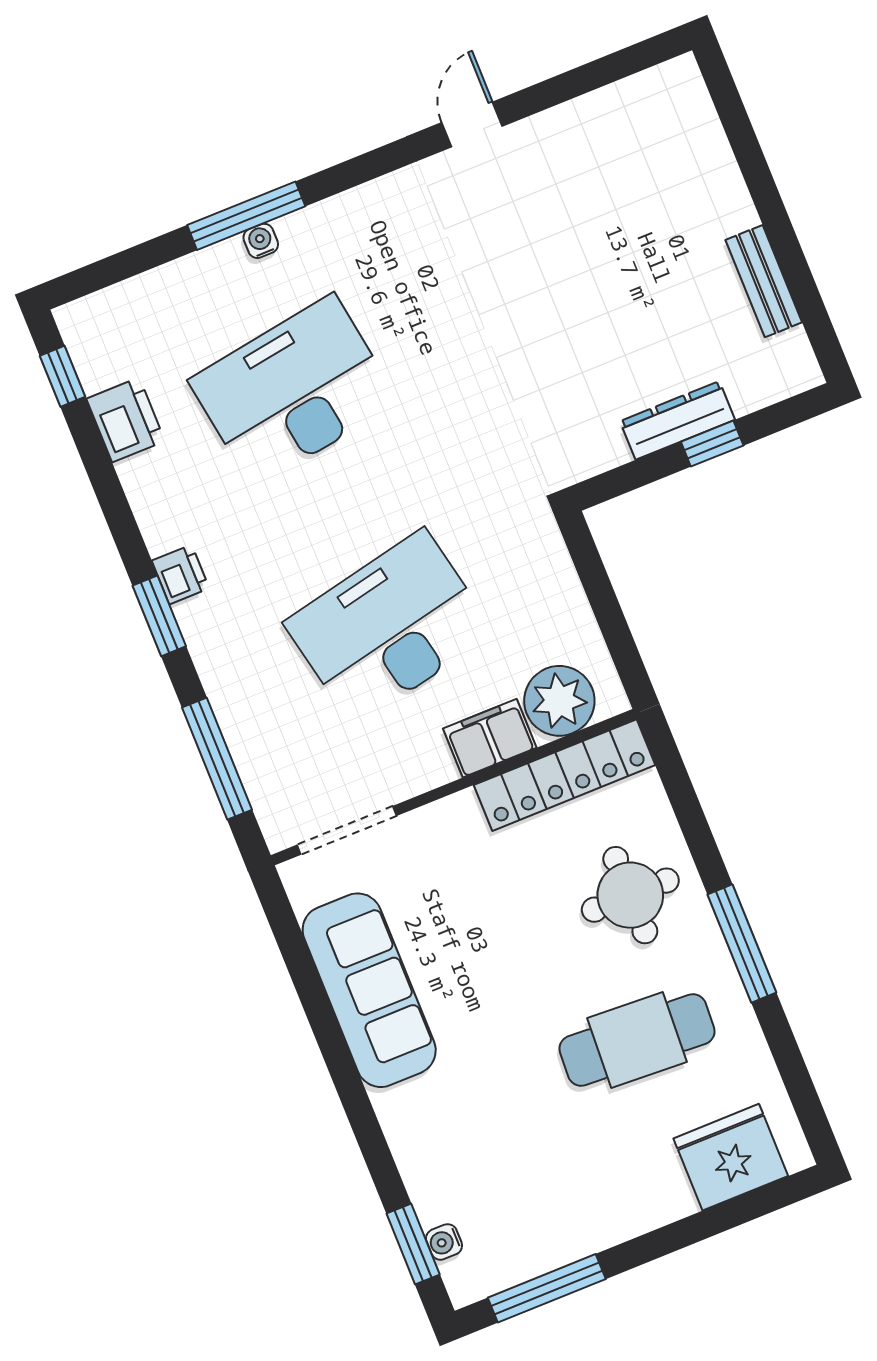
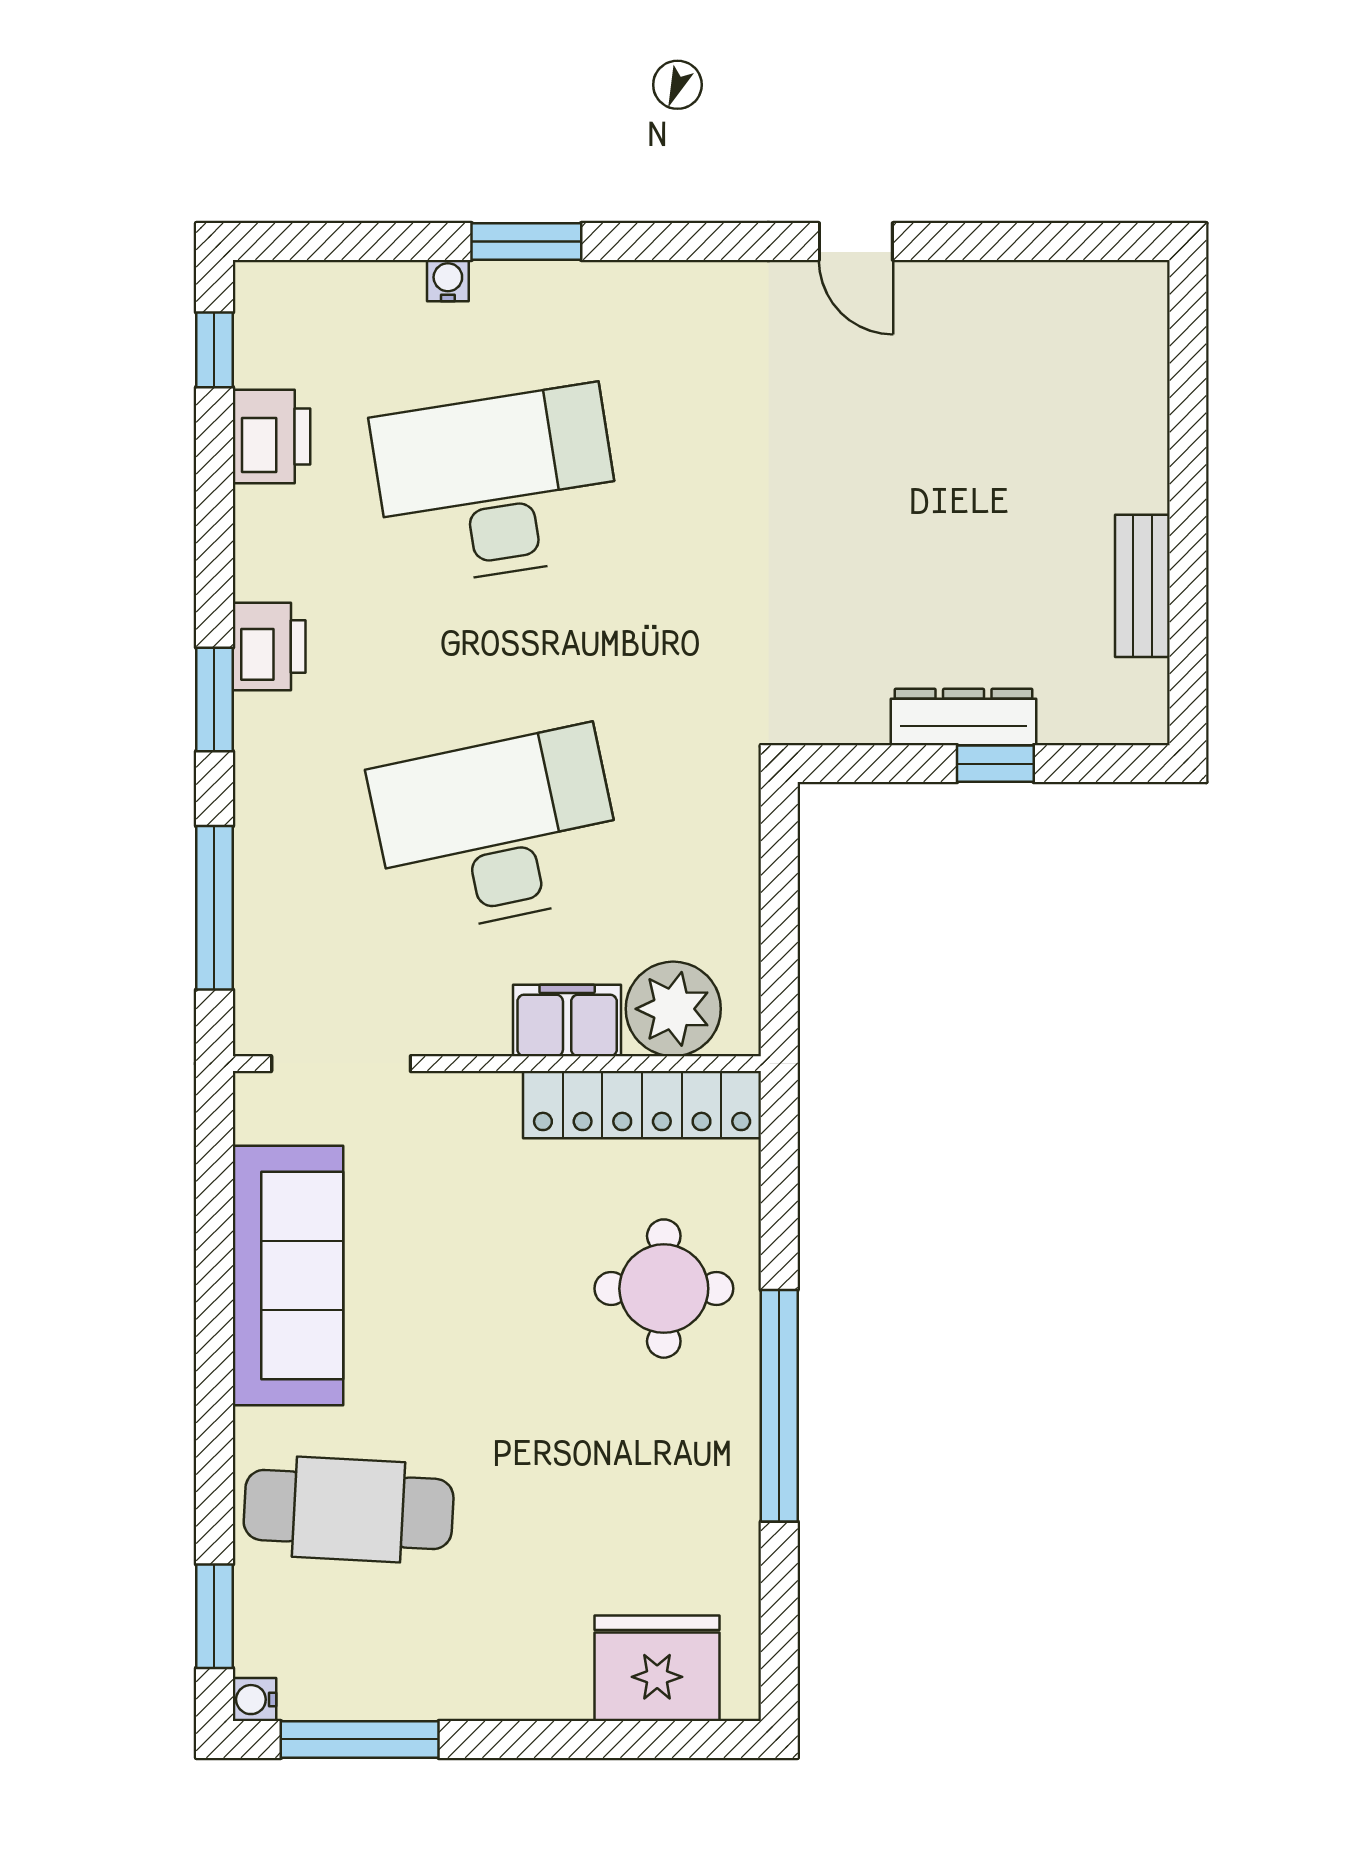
door: (472, 124) -> (856, 242), swing flipped
window: (246, 216) -> (526, 242), width x0.69
water cooler: (261, 241) -> (448, 281), moved
printer: (180, 574) -> (269, 647), width x1.36, depth x1.24
window: (742, 943) -> (779, 1406), width x1.46
cafe table: (637, 1040) -> (349, 1510), moved
water cooler: (444, 1242) -> (254, 1700), moved

